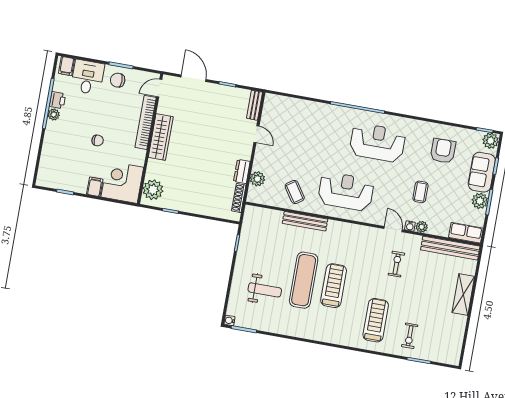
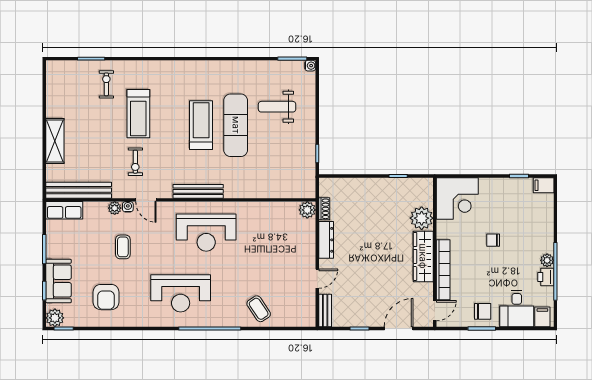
door: (193, 78) -> (399, 328), swing flipped
door: (256, 134) -> (317, 279), swing flipped
dresser: (242, 171) -> (326, 240), width x1.44
plant: (257, 179) -> (307, 210), moved
filing cabinet: (95, 187) -> (544, 185), moved, turned 90
plant: (153, 190) -> (422, 218), moved
coffee table: (295, 192) -> (259, 309), moved
shoe rack: (239, 198) -> (324, 209), width x0.70
plant: (480, 201) -> (55, 249), removed
bench: (305, 221) -> (198, 191), moved
treadmill: (334, 286) -> (201, 125), turned 180
treadmill: (376, 320) -> (138, 114), moved

